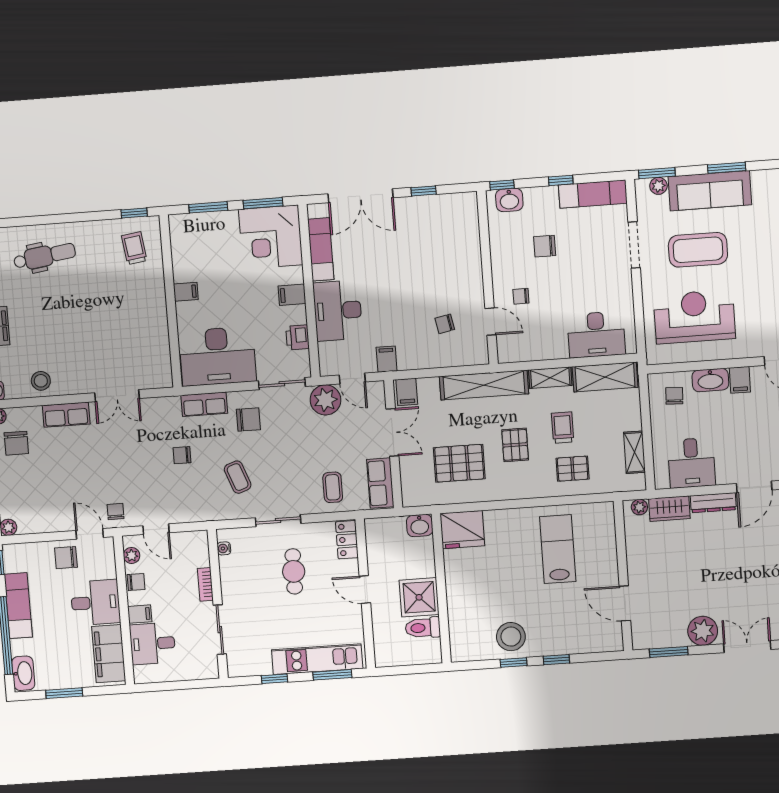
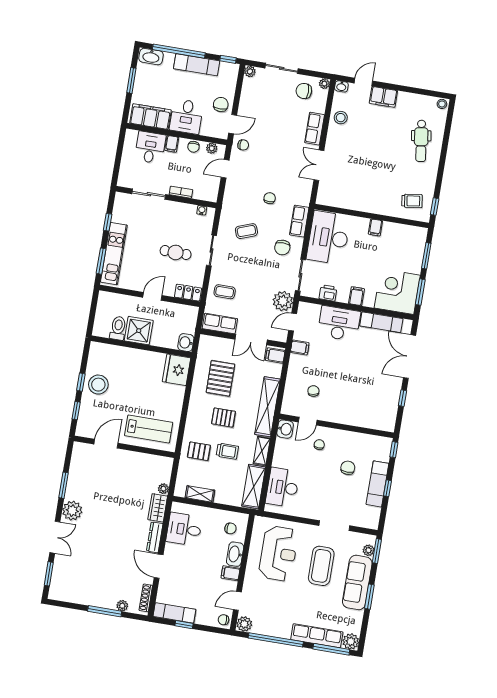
exam couch: (593, 194) -> (377, 484), moved
washbasin: (509, 200) -> (285, 429), moved, turned 180
pallet: (573, 469) -> (199, 451), turned 90
wall: (623, 576) -> (124, 447), moved
door: (625, 603) -> (106, 444), moved

